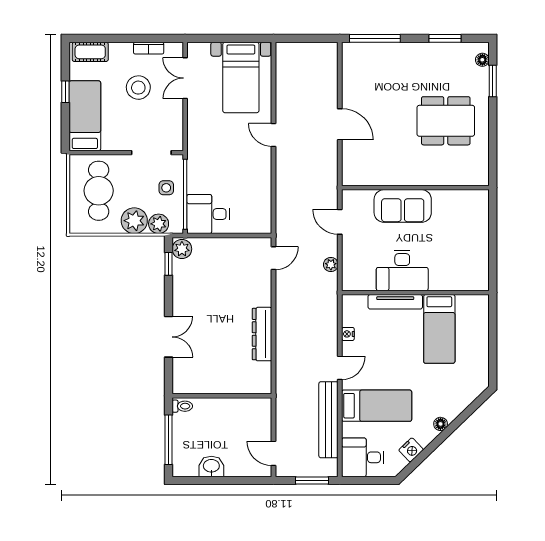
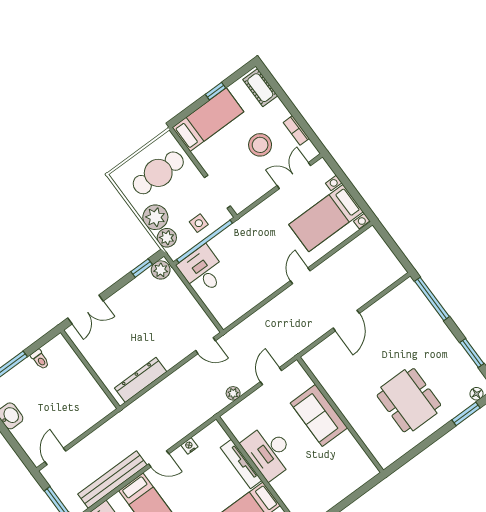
wall: (222, 396) -> (90, 369), moved

